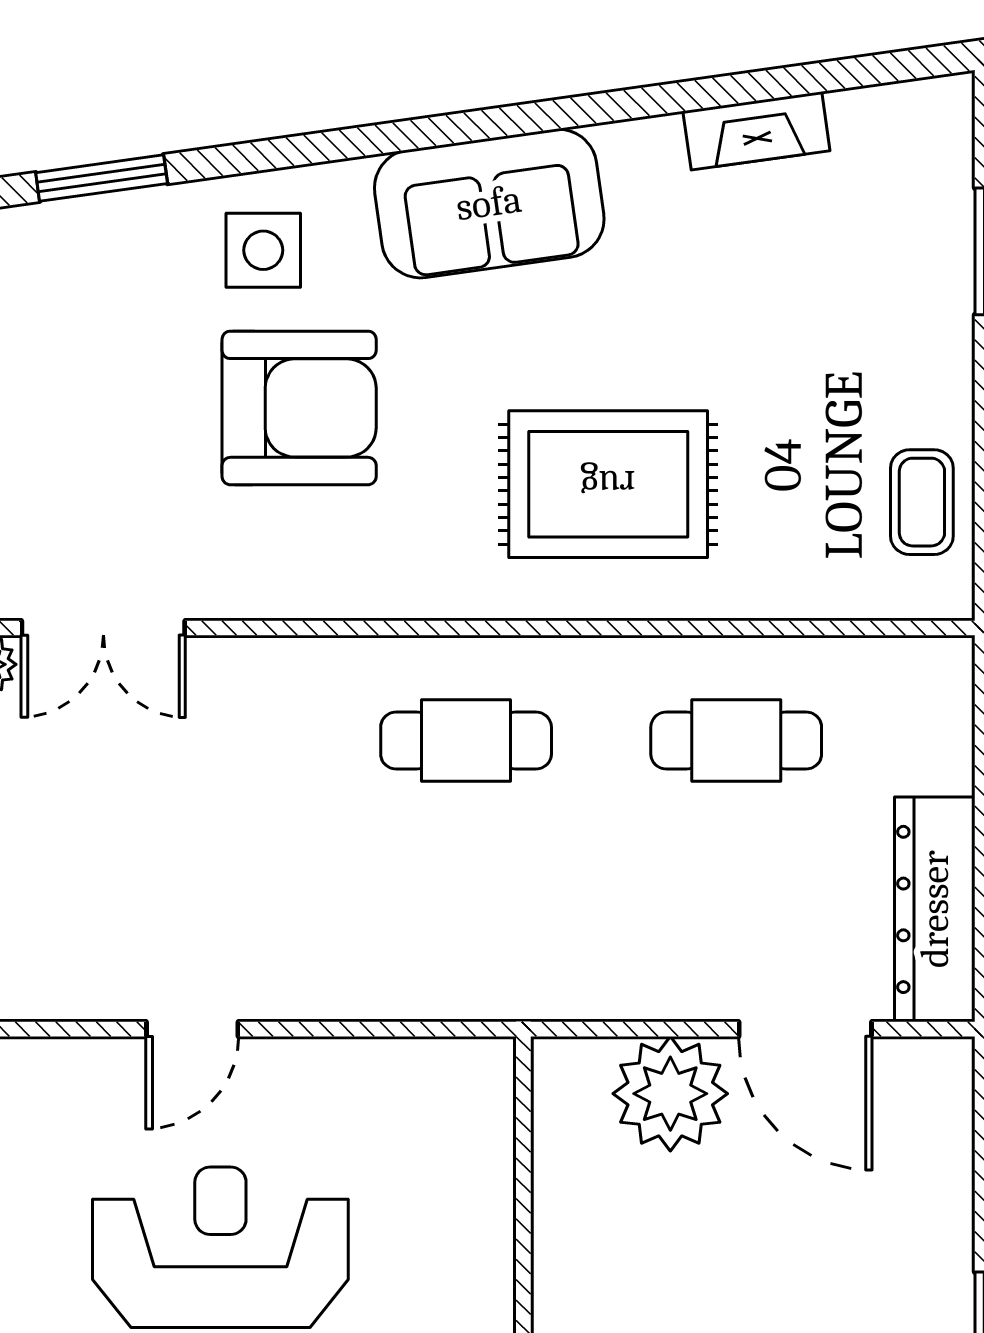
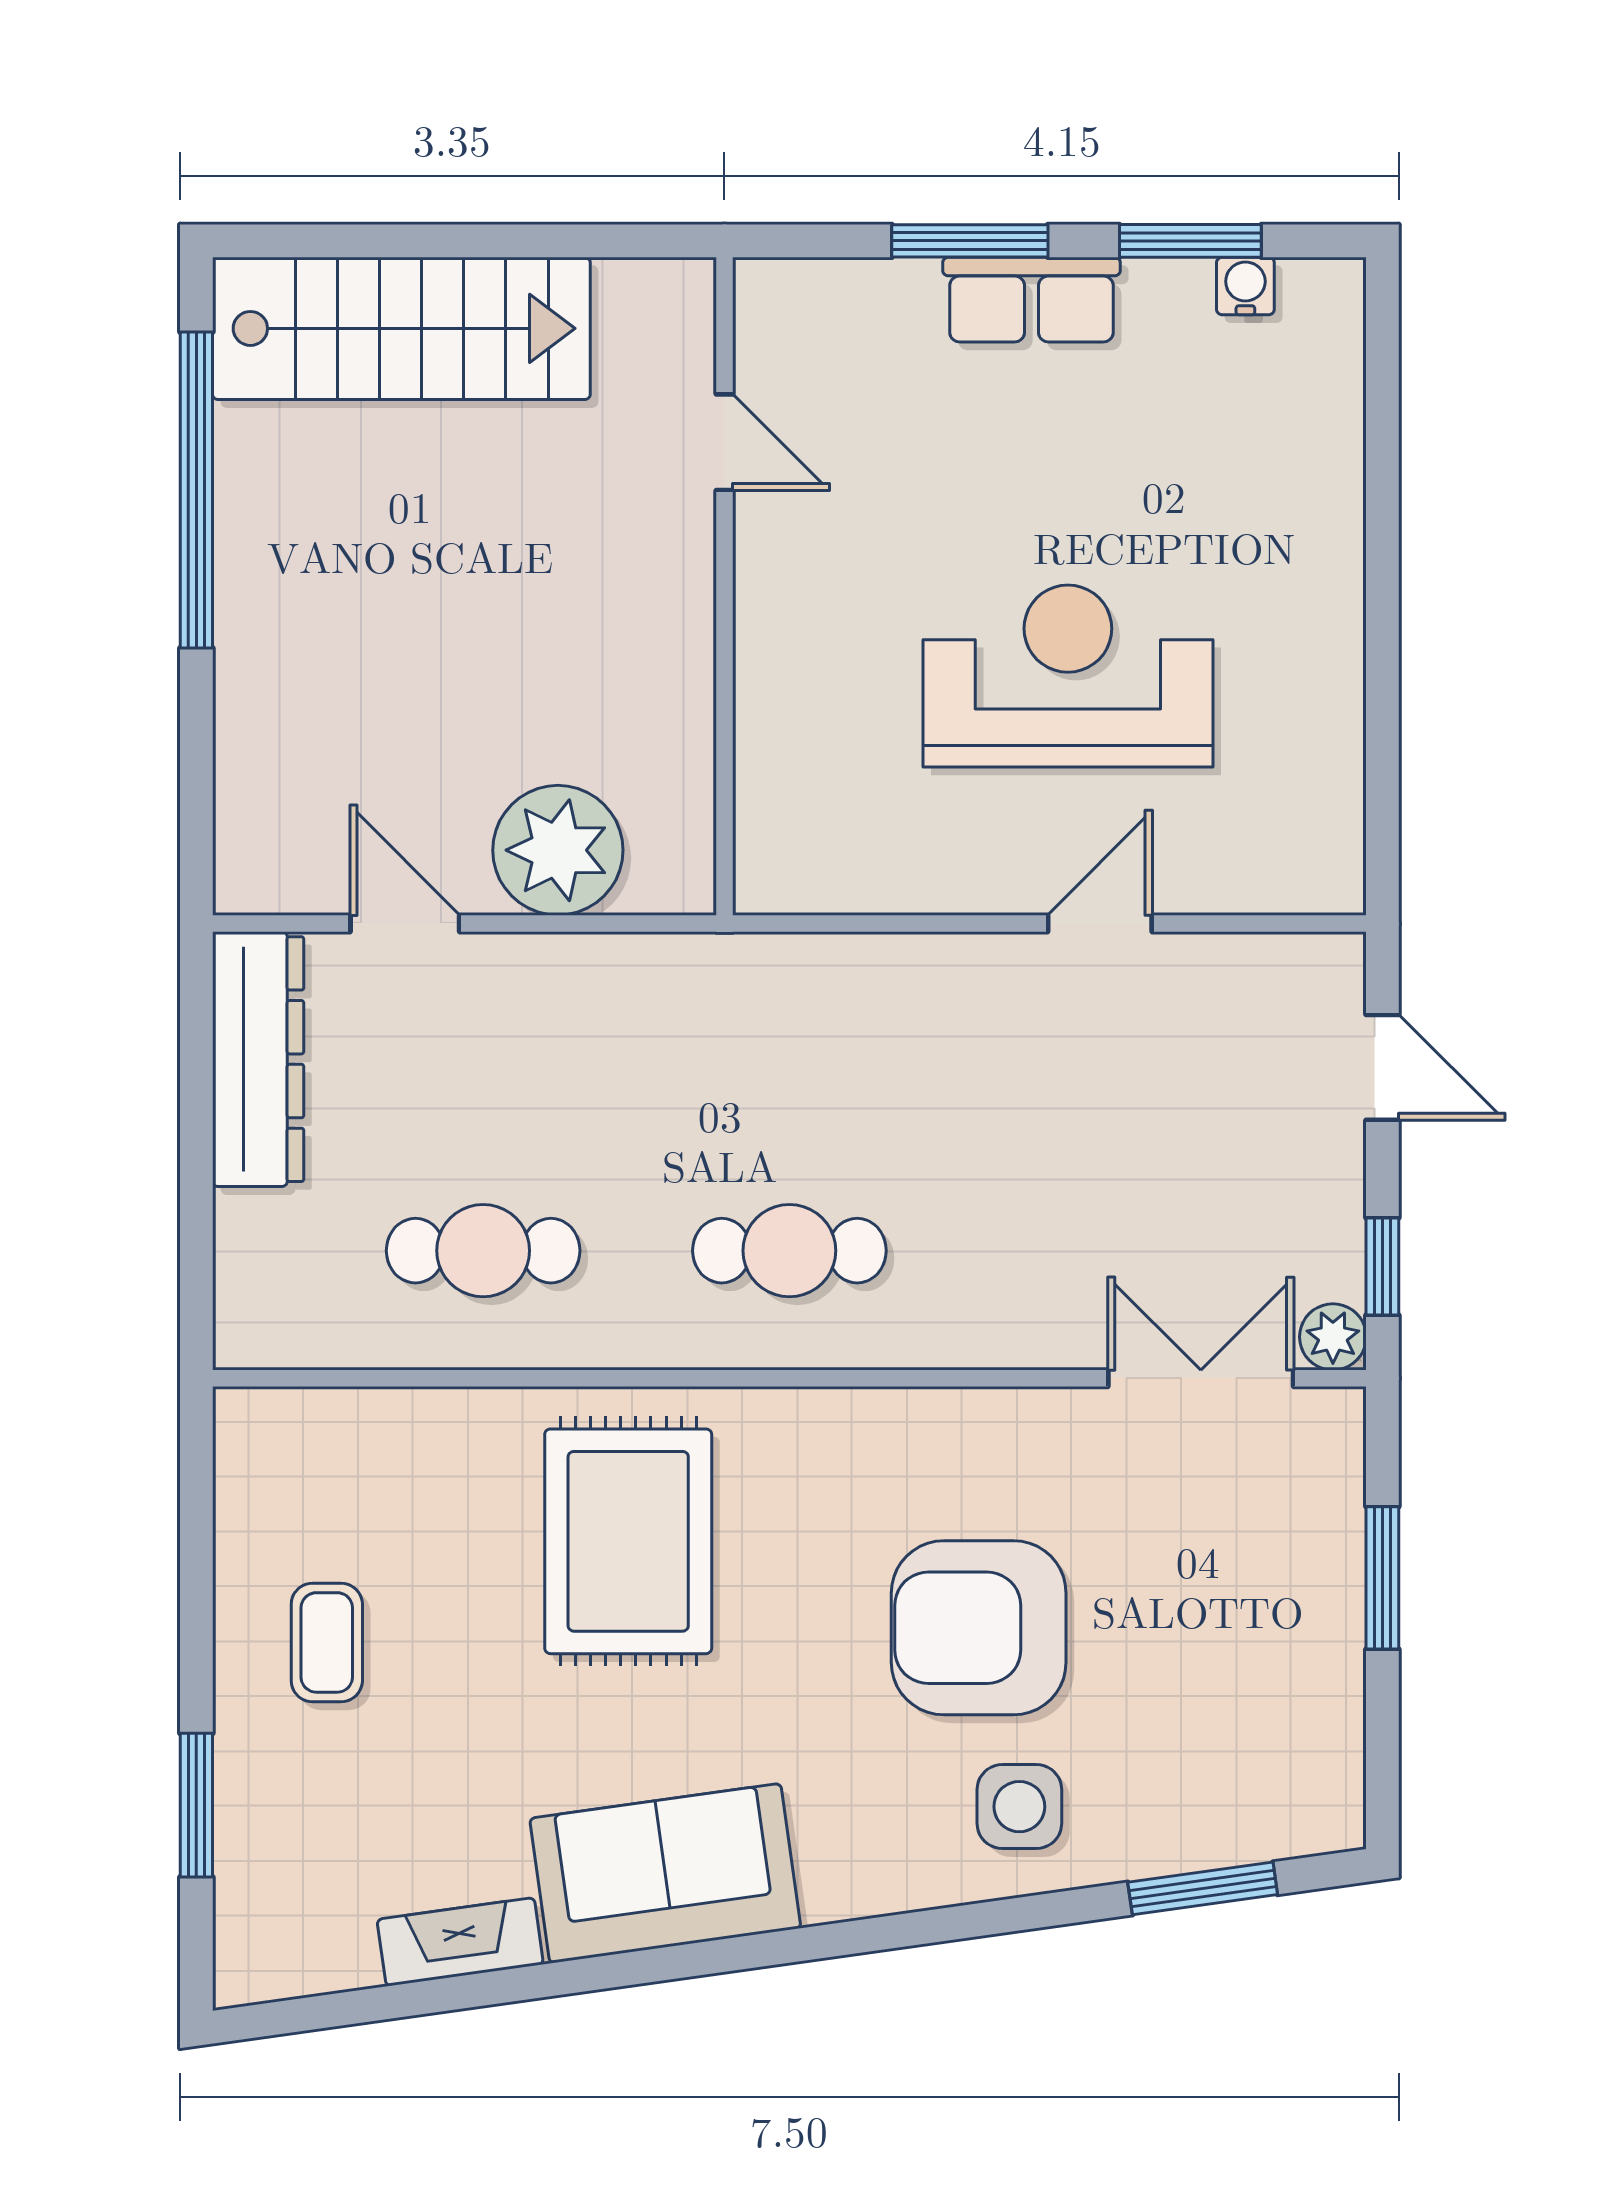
sofa: (489, 203) -> (665, 1873), moved
rug: (608, 484) -> (628, 1541), turned 90
coffee table: (922, 502) -> (327, 1642), moved
door: (805, 1029) -> (405, 923), width x0.73
reception desk: (220, 1247) -> (1068, 676), turned 180

